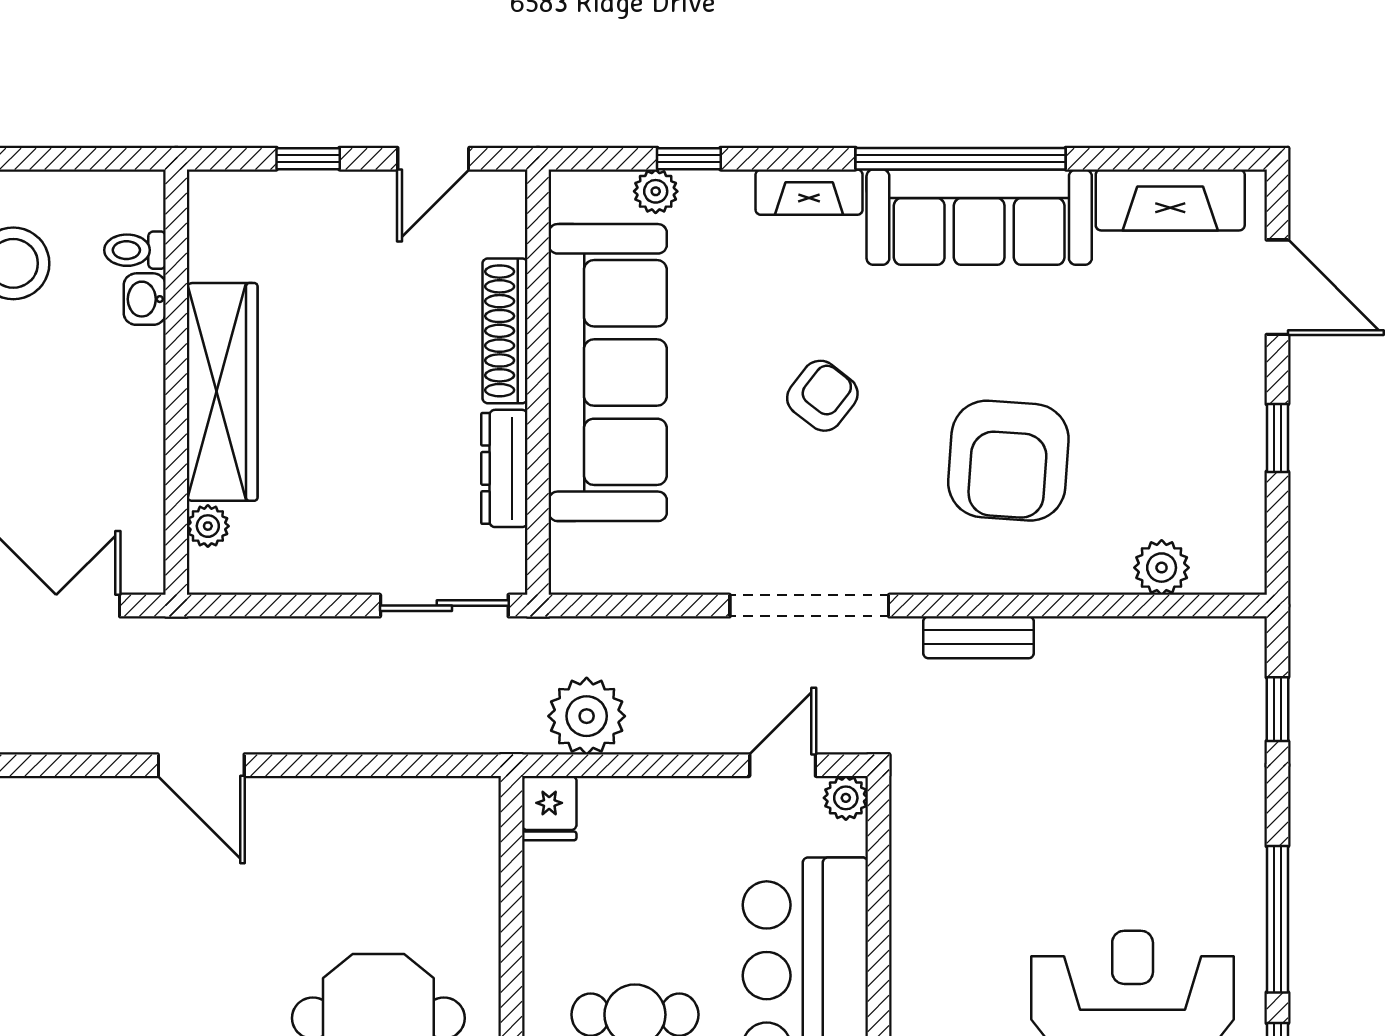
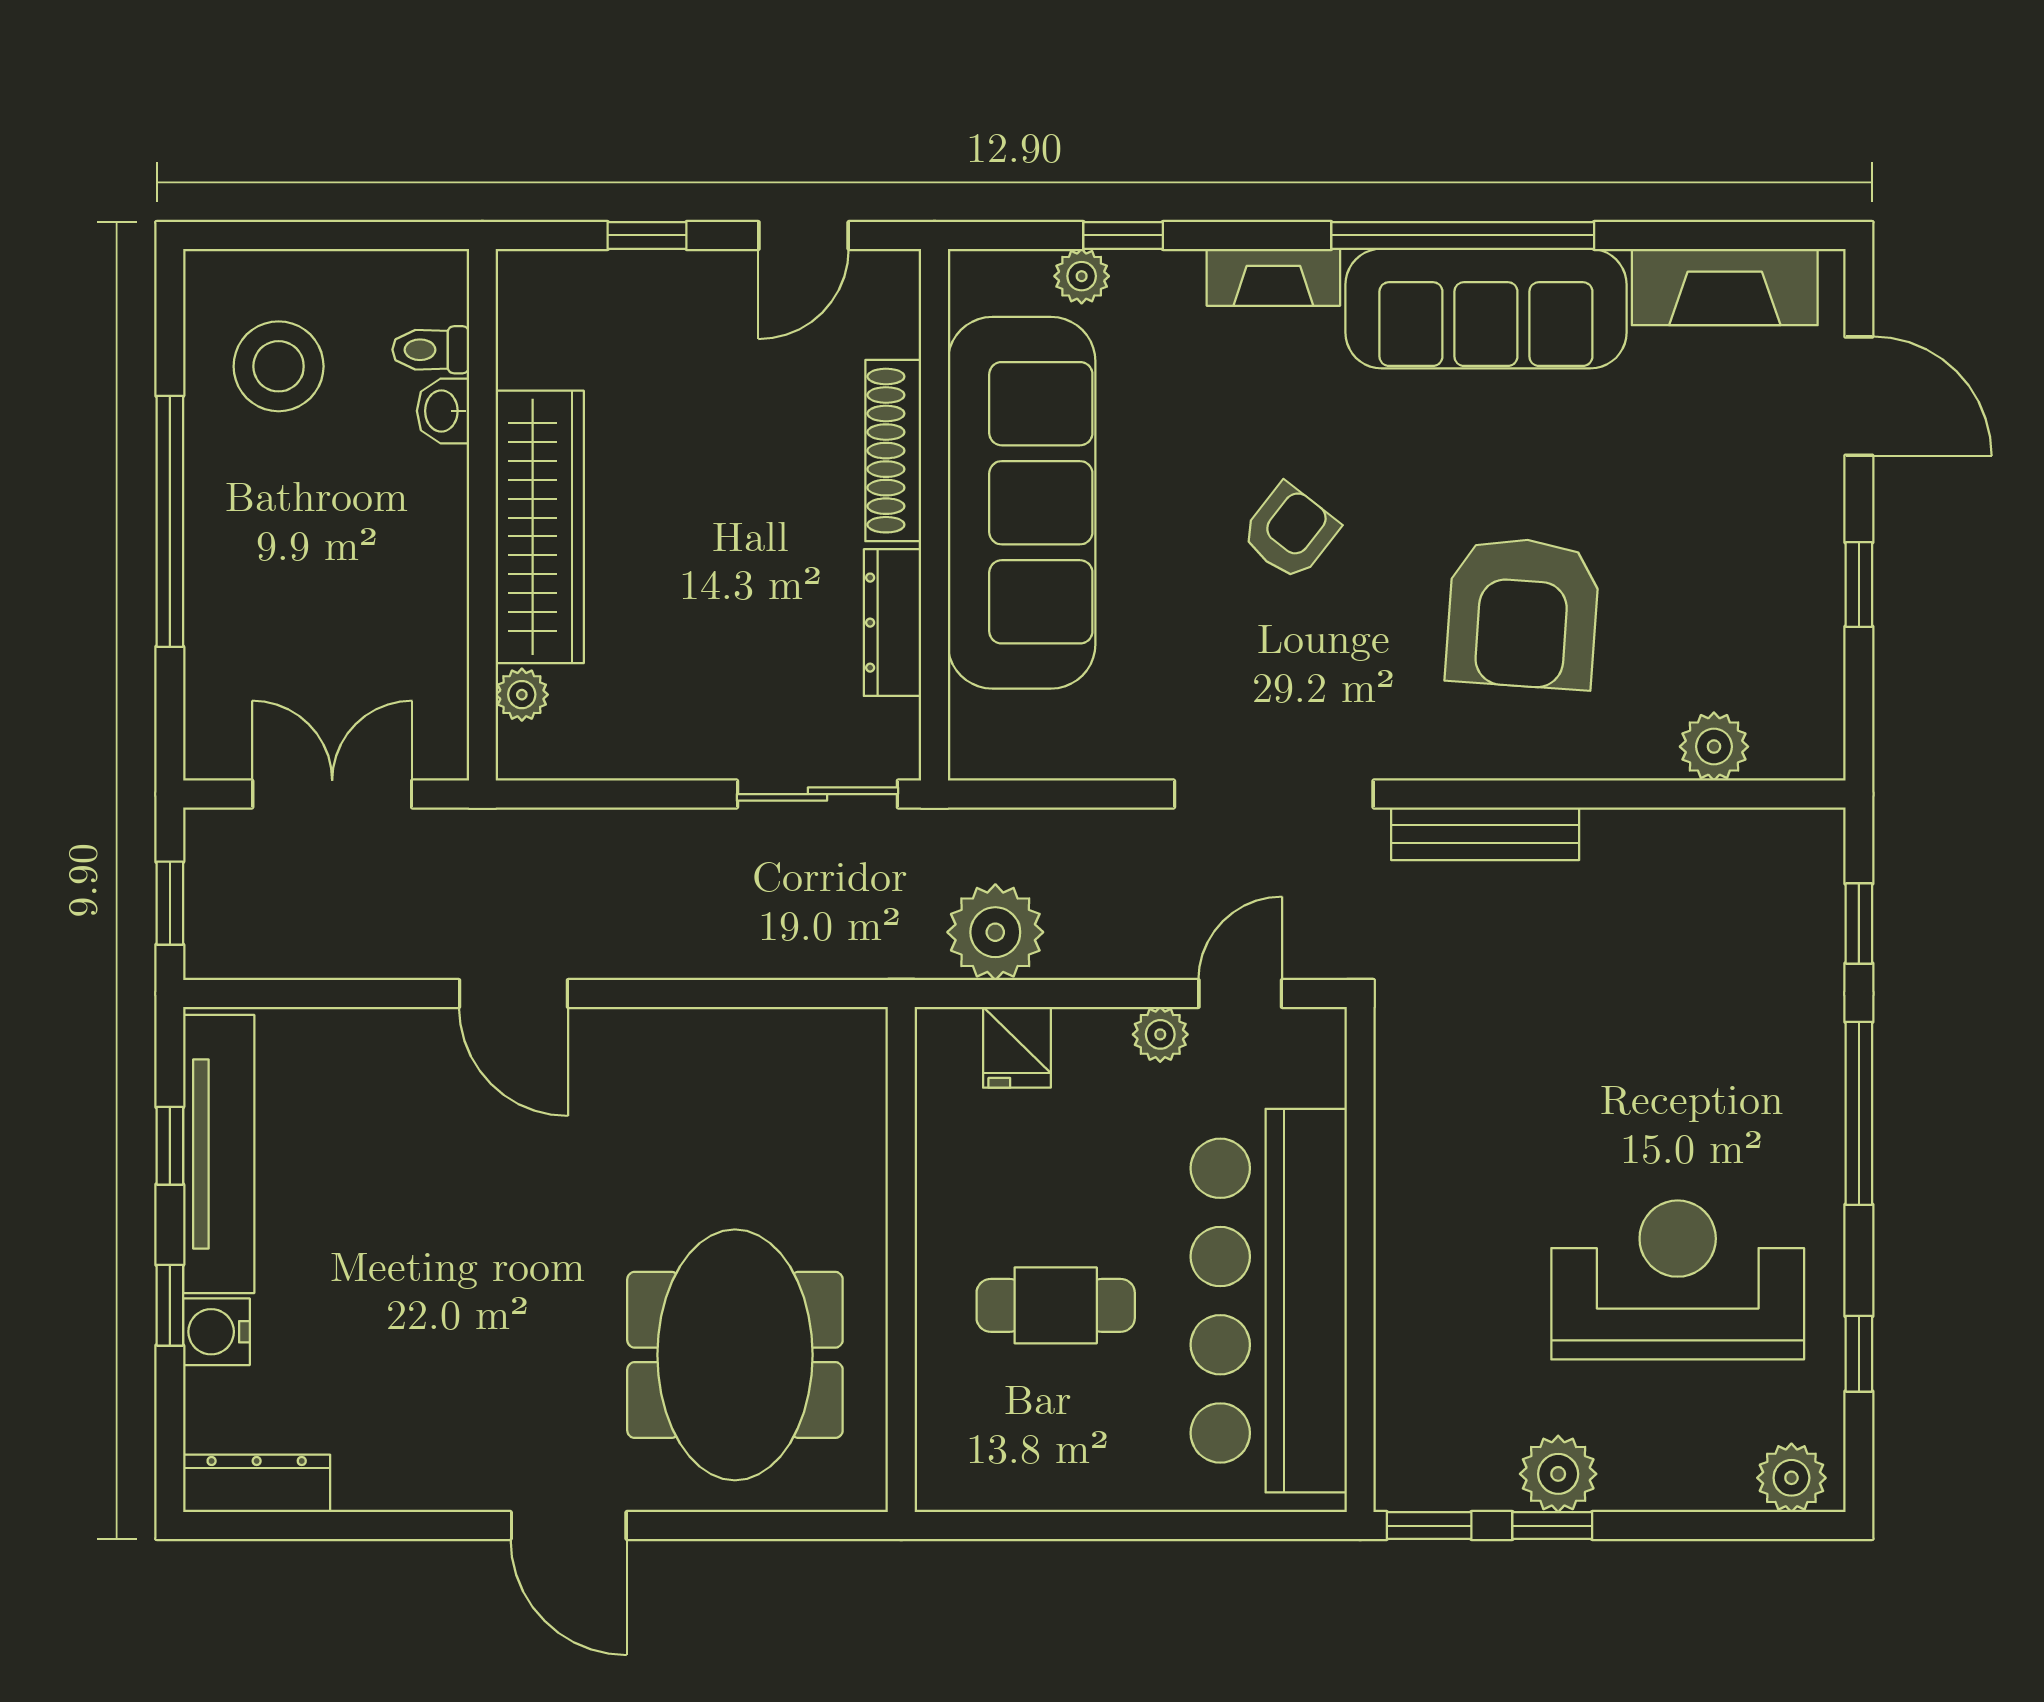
bench: (979, 637) -> (1485, 834), width x1.36
plant: (846, 798) -> (1160, 1034), moved
fridge: (549, 808) -> (1017, 1047), moved
window: (1277, 919) -> (1859, 1113), moved

